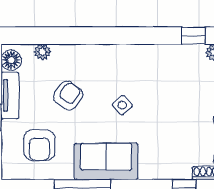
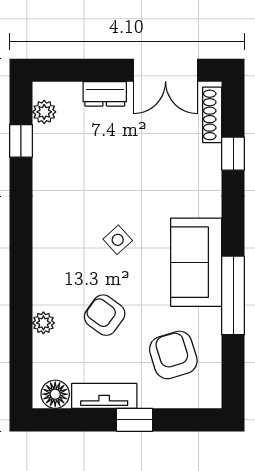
plant: (42, 52) -> (43, 323), moved
armchair: (39, 145) -> (173, 355), turned -107

